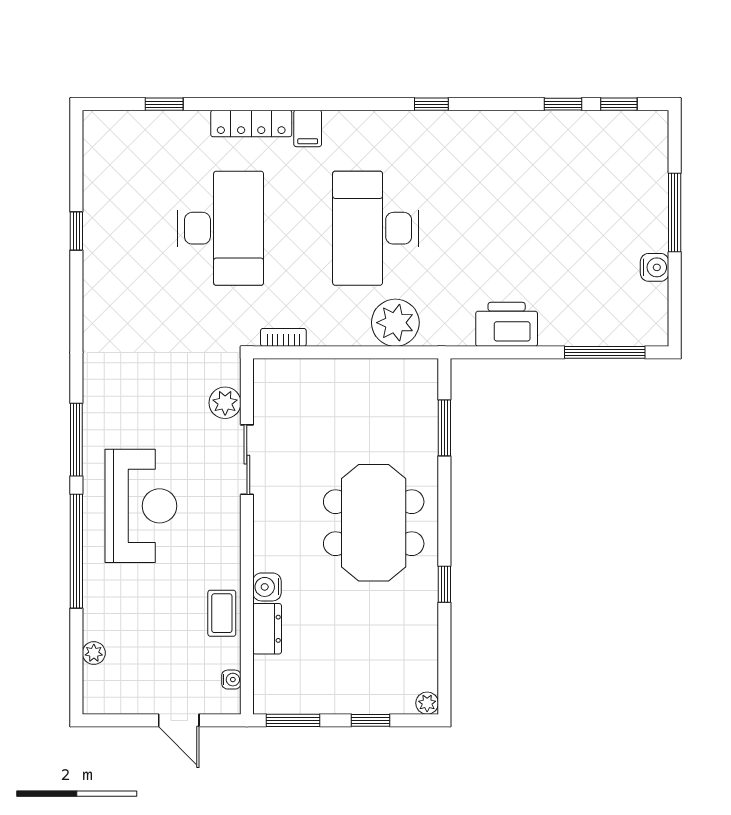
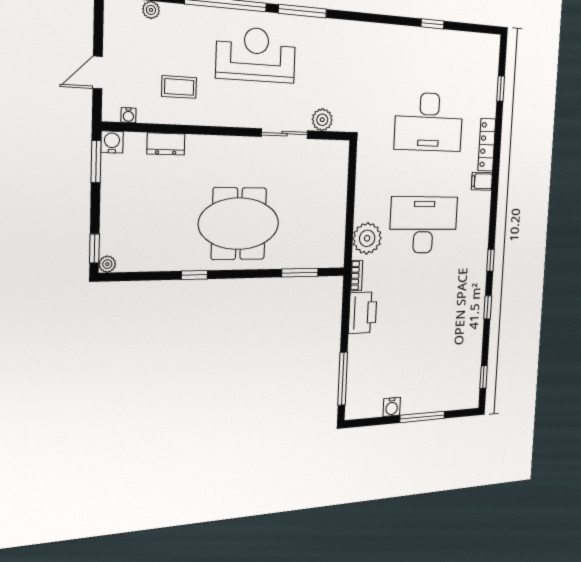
window: (563, 104) -> (488, 307), moved
bookcase: (283, 337) -> (356, 276), moved
reception desk: (141, 506) -> (256, 55), turned 180
water cooler: (267, 587) -> (112, 142), moved
coffee table: (222, 613) -> (179, 87), moved
window: (370, 720) -> (94, 249), moved

